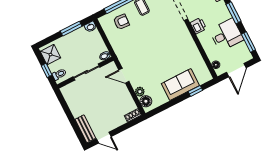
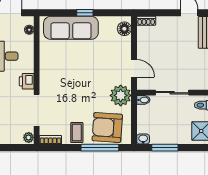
armchair: (121, 22) -> (107, 128), width x1.88, depth x1.88
sofa: (180, 85) -> (71, 28), width x1.36
window: (195, 91) -> (85, 13), moved
plant: (140, 92) -> (121, 95), moved, width x1.87, depth x1.87

